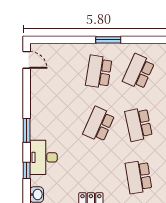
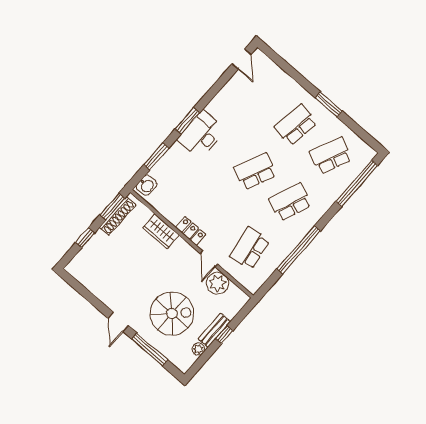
school desk: (139, 124) -> (290, 202), turned 33
desk: (44, 157) -> (201, 135), moved
window: (27, 170) -> (156, 156), width x1.50

